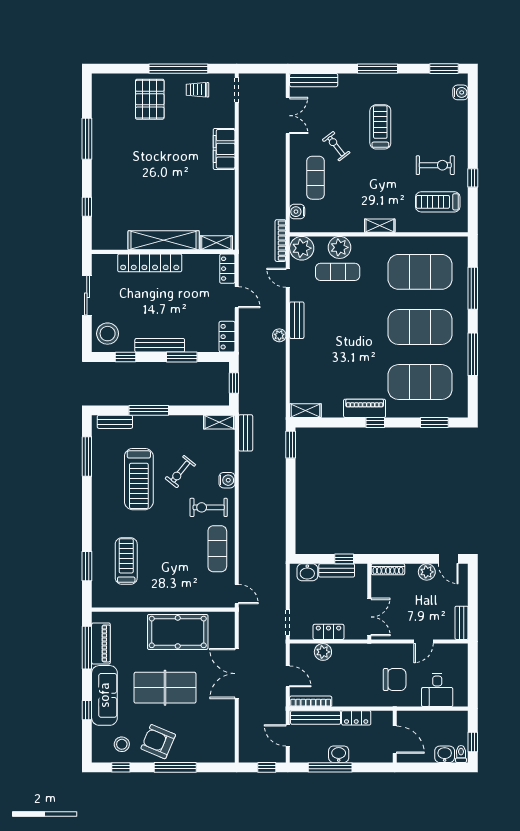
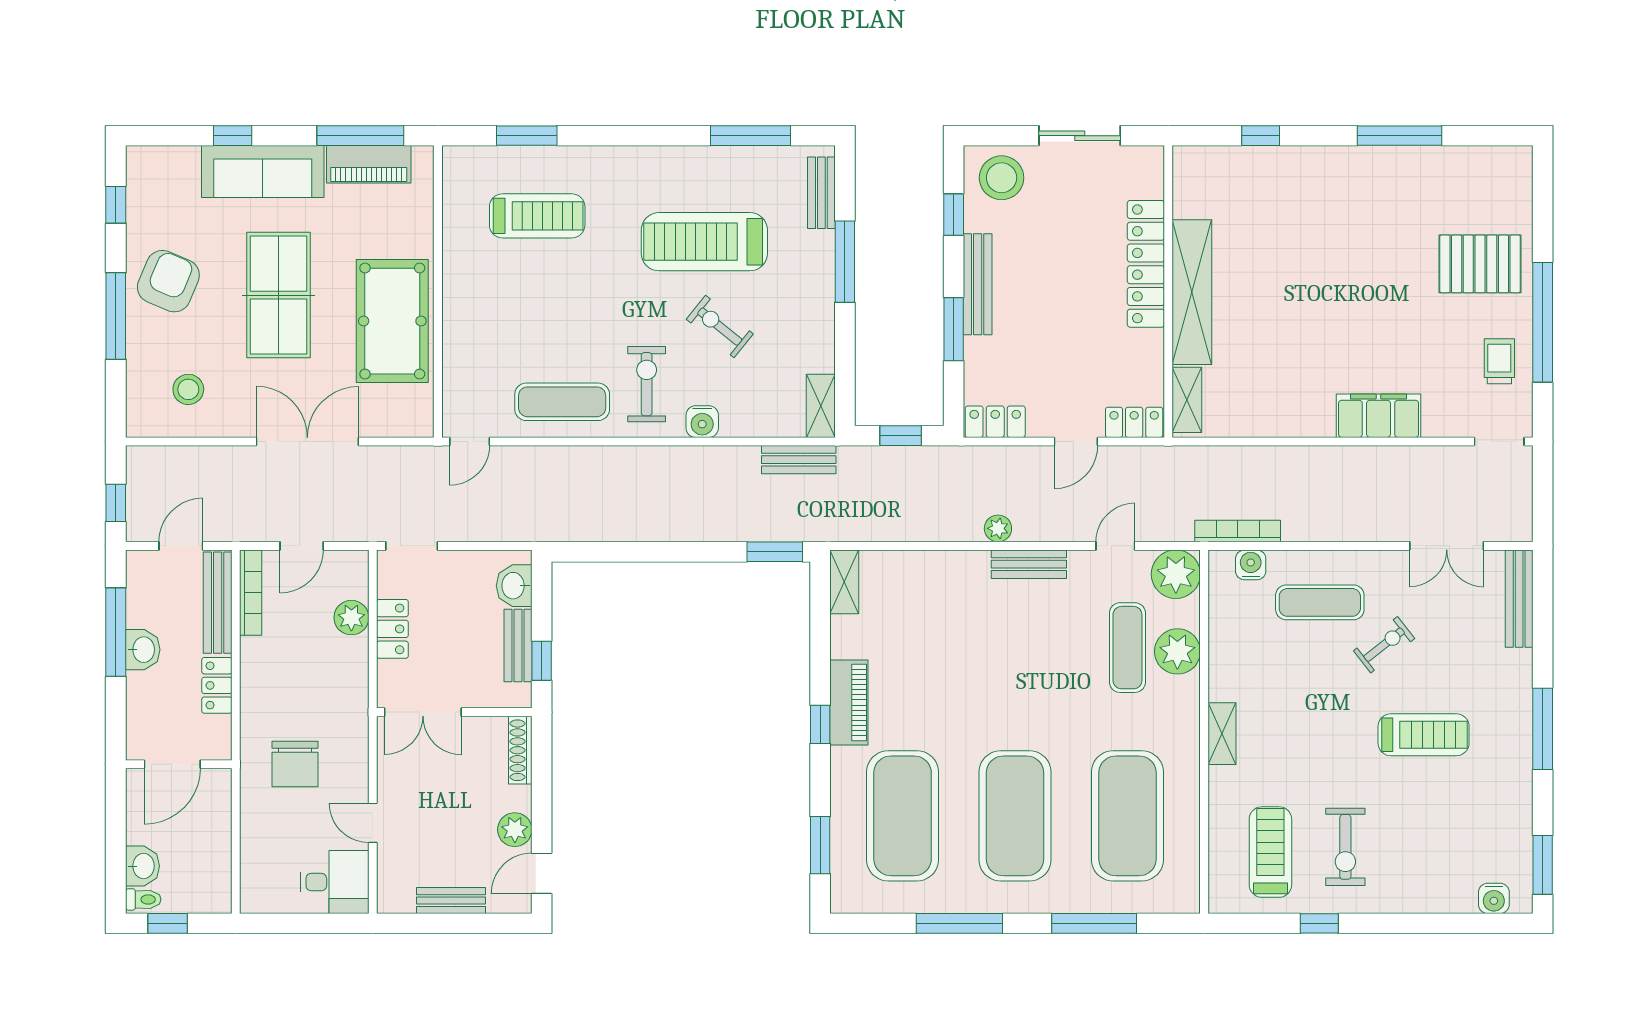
bookcase: (281, 241) -> (1238, 531), moved
bench: (462, 623) -> (451, 901), moved
desk: (437, 690) -> (335, 882), moved, turned 180
stool: (122, 744) -> (188, 389), moved

